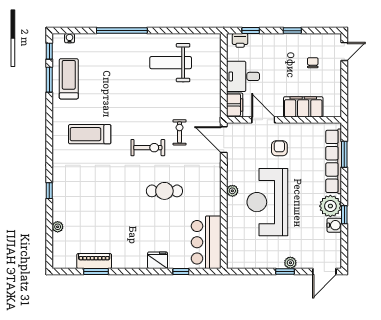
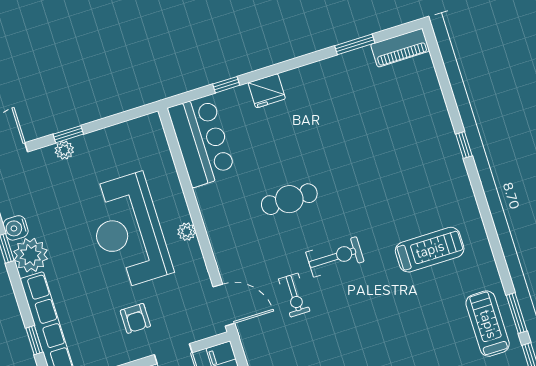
treadmill: (69, 79) -> (488, 324), turned 180
exercise bike: (148, 148) -> (335, 257), turned 180
window: (344, 154) -> (34, 340), width x0.67
reception desk: (267, 202) -> (128, 231), turned 180
plant: (58, 227) -> (434, 94), removed
piano: (94, 261) -> (400, 48), moved

